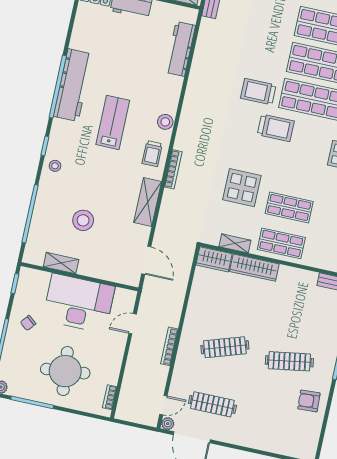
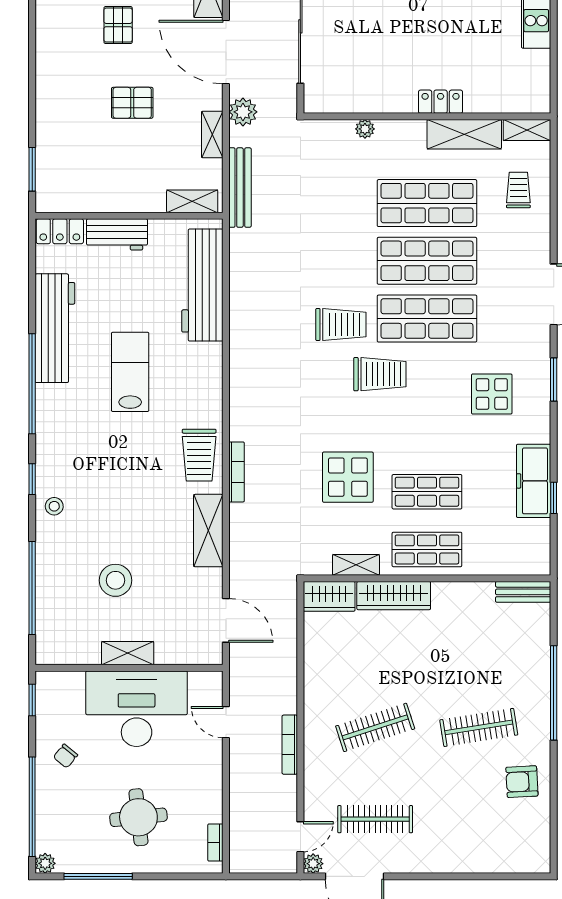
workbench: (180, 49) -> (202, 285), width x1.36, depth x1.32
workbench: (73, 85) -> (55, 328), moved
trolley: (258, 92) -> (341, 324), turned 180
lab bench: (113, 122) -> (130, 372), moved
stool: (165, 122) -> (208, 402), removed
trolley: (152, 154) -> (199, 455), width x1.36, depth x1.39
shelving: (61, 263) -> (128, 653), moved
door: (133, 324) -> (226, 722), hinge flipped
round table: (65, 371) -> (138, 817), width x0.73, depth x0.73

